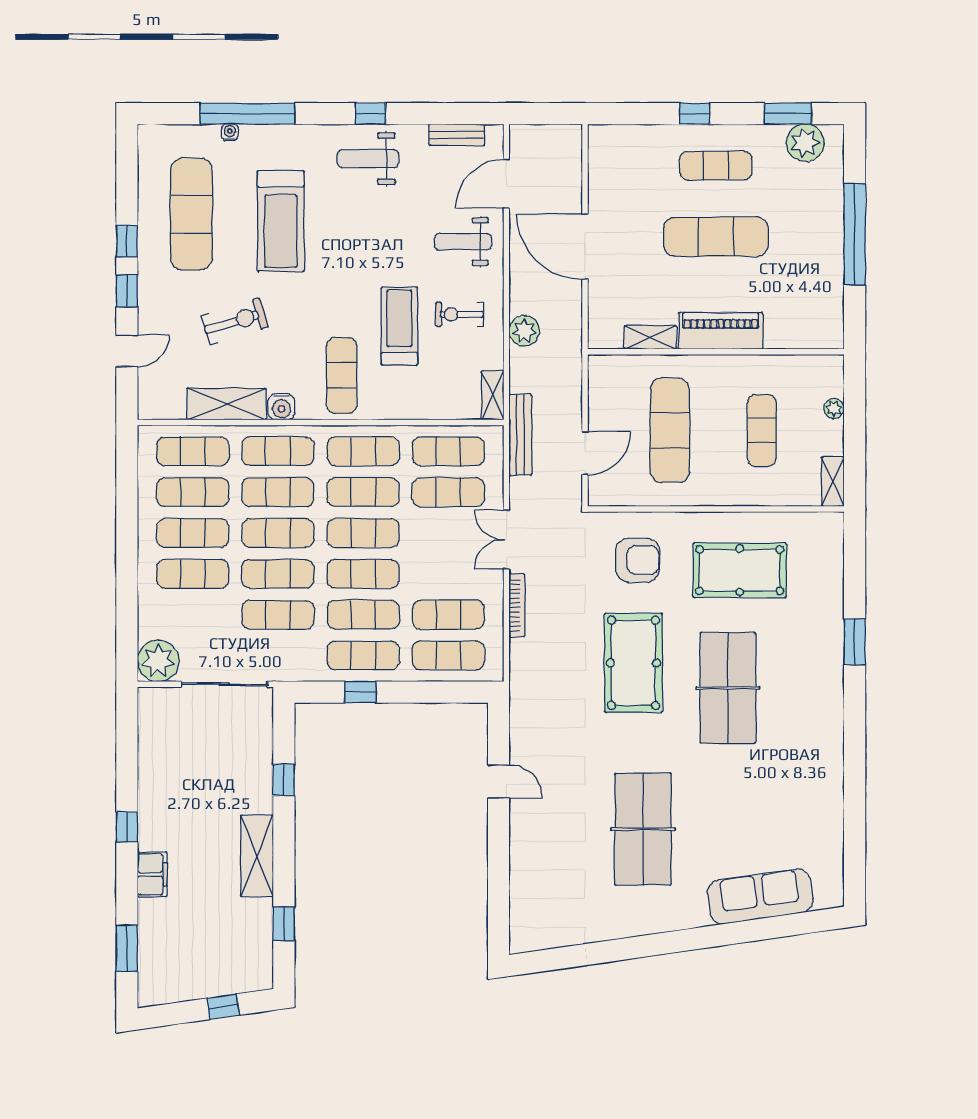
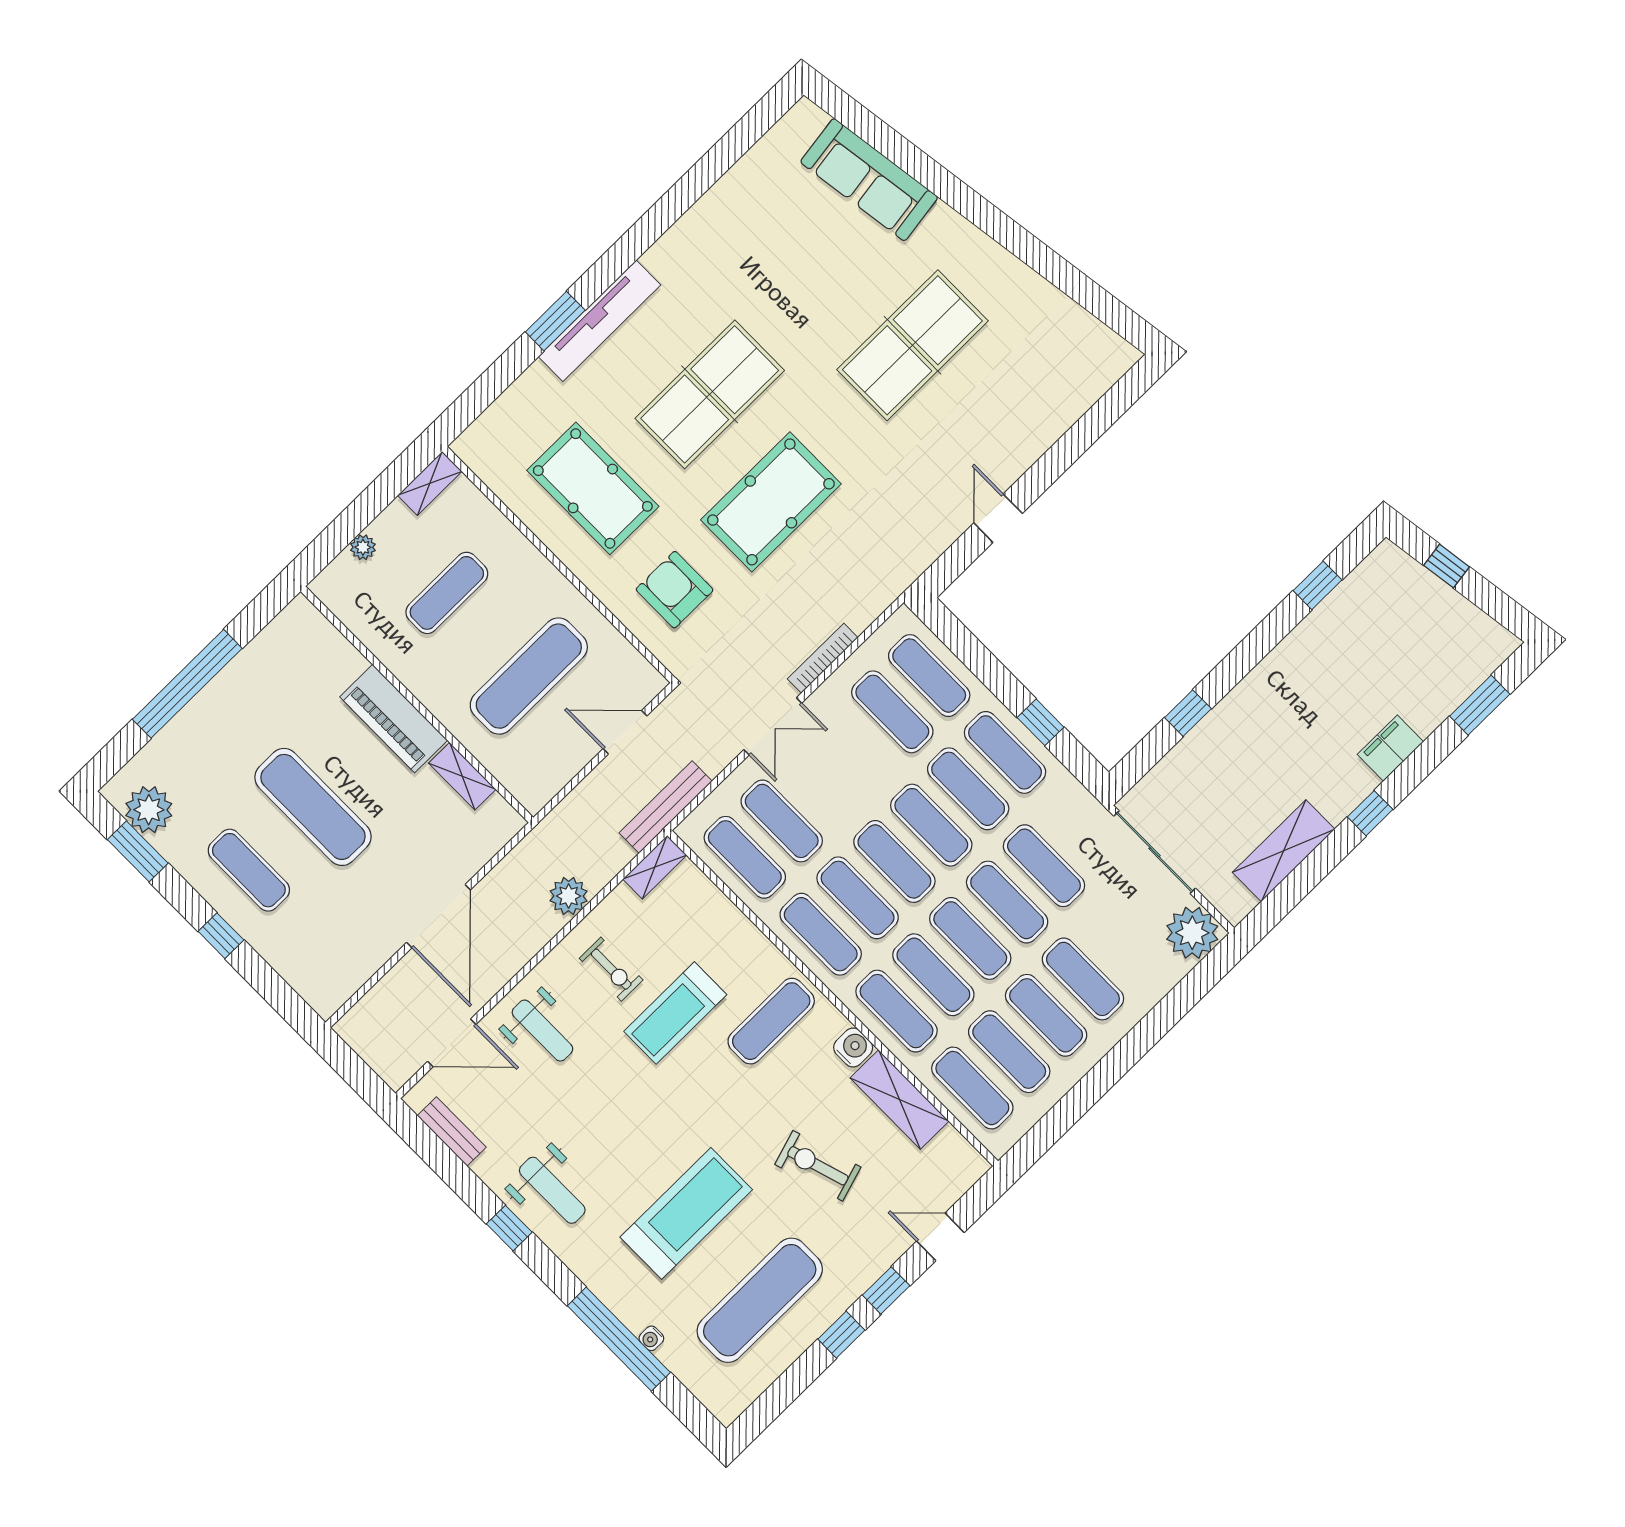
tv unit: (830, 667) -> (600, 321), added
shelving: (257, 856) -> (1284, 851), moved

